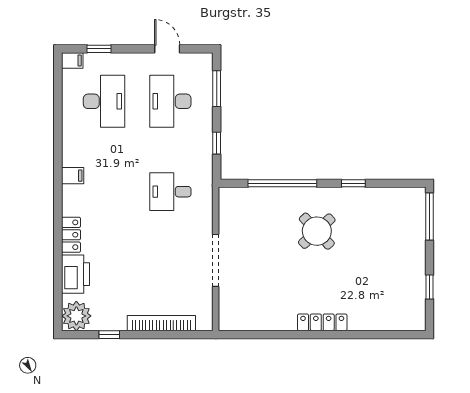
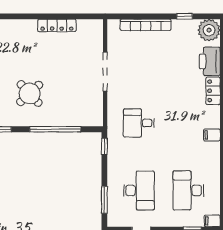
window: (217, 143) -> (104, 146), moved
desk: (170, 192) -> (139, 123), turned 180
locker: (322, 322) -> (57, 25), moved

